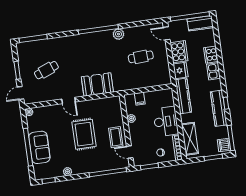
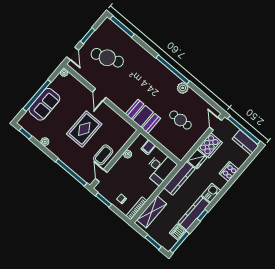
cafe table: (46, 70) -> (107, 58), width x1.37, depth x1.35
kitchen sink: (214, 71) -> (211, 193), moved
booth: (97, 84) -> (143, 116), moved
door: (20, 93) -> (73, 54), swing flipped
desk: (166, 121) -> (160, 168), moved
dishwasher: (224, 145) -> (178, 232), moved

